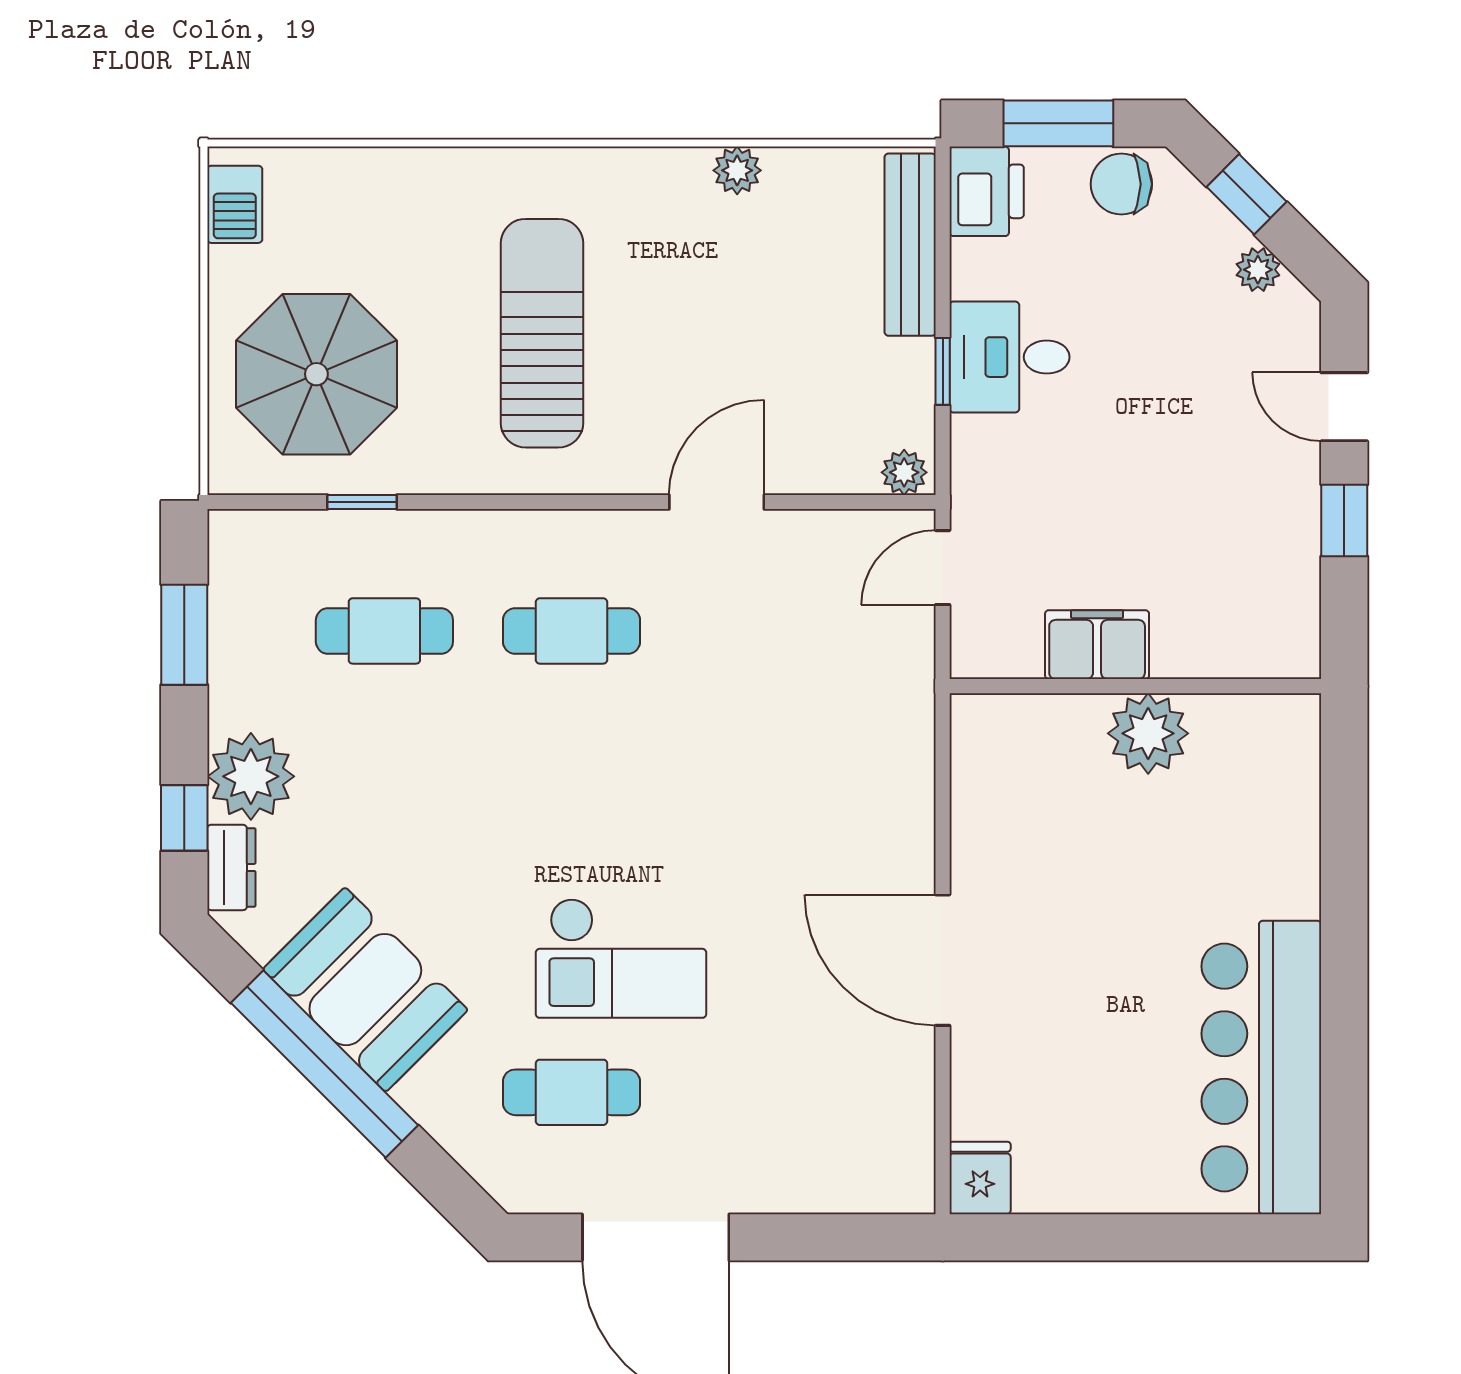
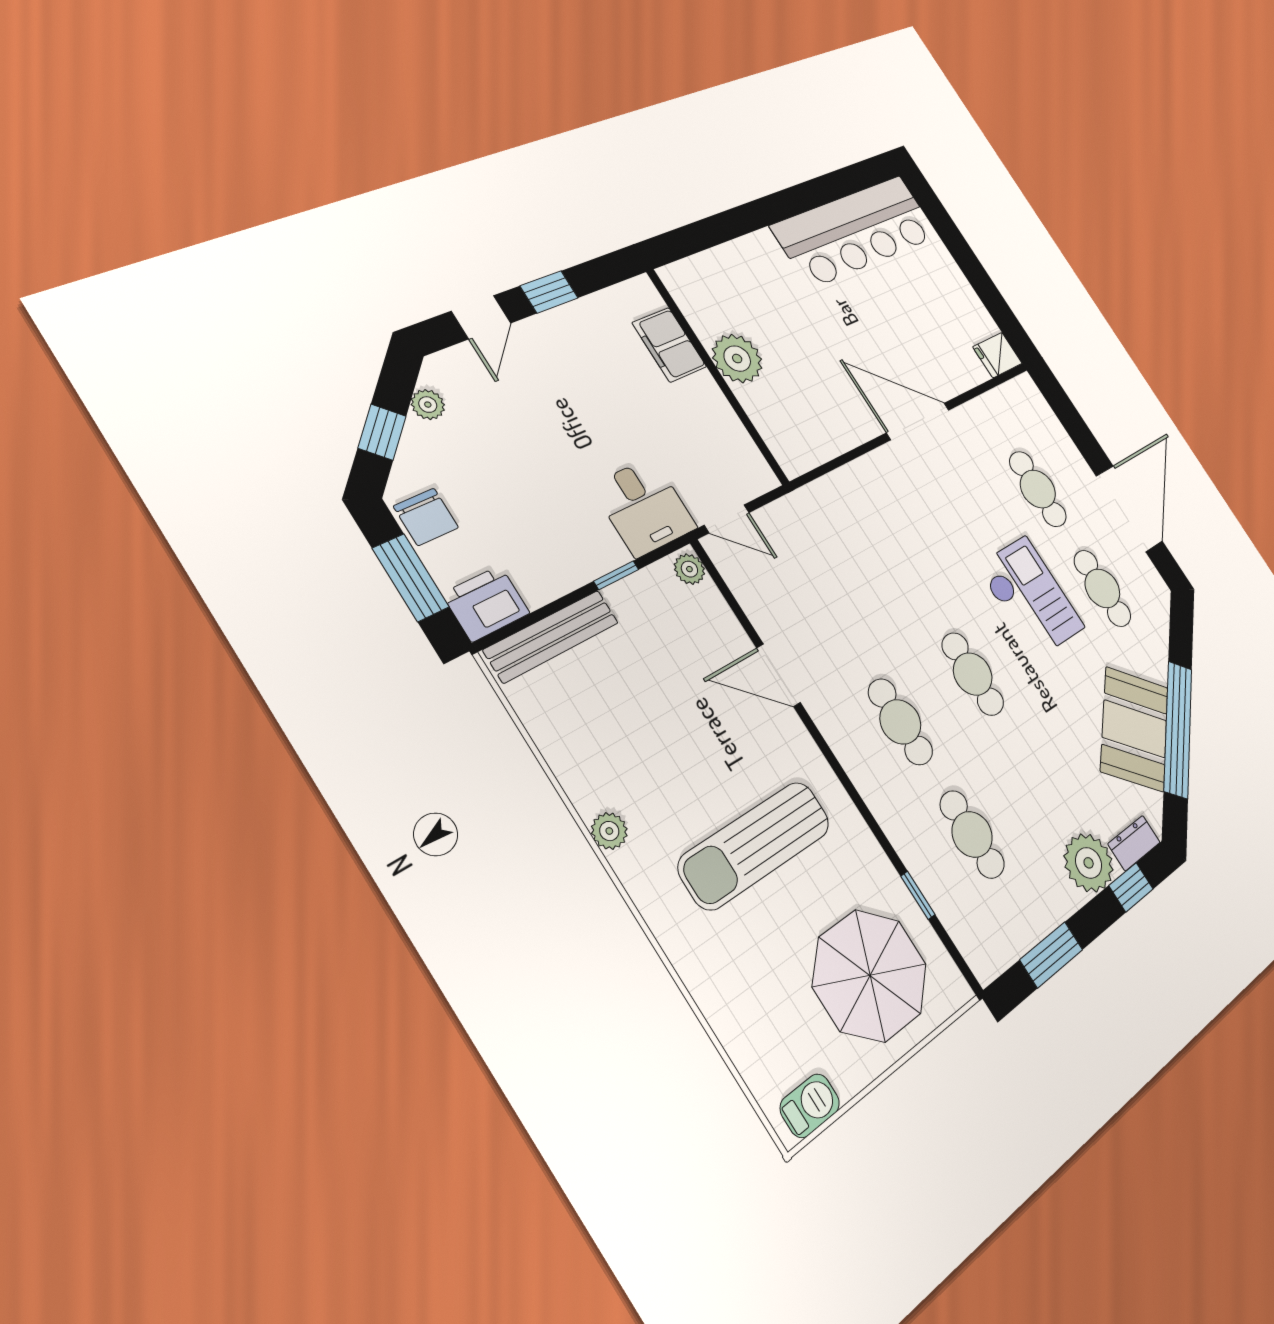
plant: (737, 170) -> (609, 831), moved
desk: (1009, 357) -> (644, 507), moved
filing cabinet: (1097, 645) -> (669, 345), moved
cafe table: (571, 785) -> (973, 674), added
door: (943, 960) -> (918, 421), swing flipped
cafe table: (759, 1092) -> (1038, 489), added

